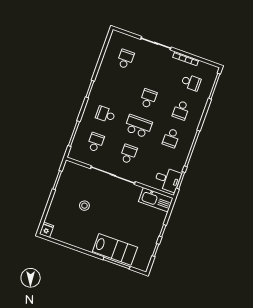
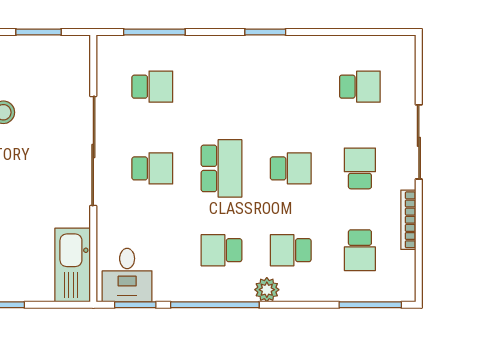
school desk: (106, 114) -> (360, 168), moved
plant: (193, 125) -> (267, 290), added

